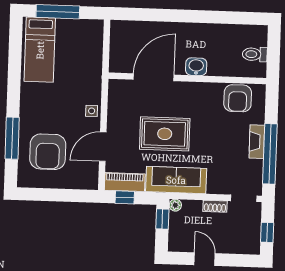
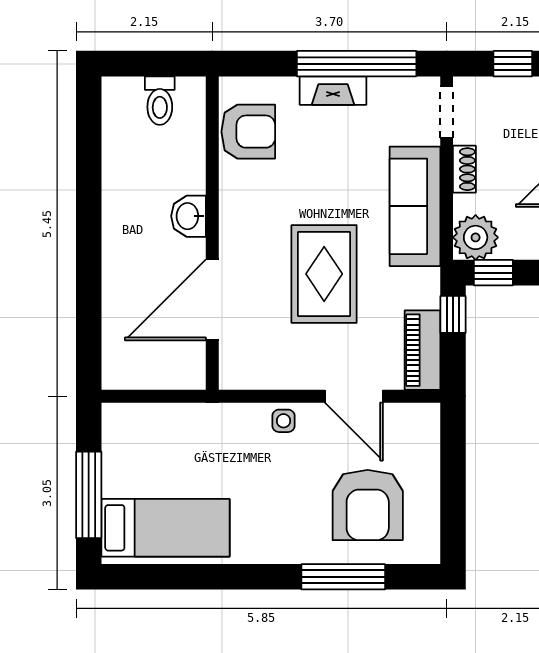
door: (154, 77) -> (212, 300), hinge flipped
armchair: (48, 152) -> (368, 505), turned 90
sofa: (176, 180) -> (415, 206), moved
window: (125, 197) -> (453, 314), moved
plant: (175, 205) -> (476, 237), width x1.87, depth x1.87

